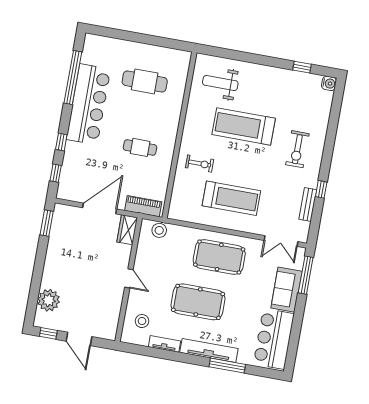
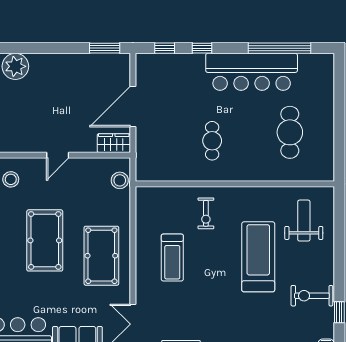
exercise bike: (297, 149) -> (312, 296), moved
treadmill: (231, 198) -> (172, 258), width x0.73, depth x0.73
piano: (143, 206) -> (145, 157), removed
door: (100, 208) -> (133, 106), swing flipped

